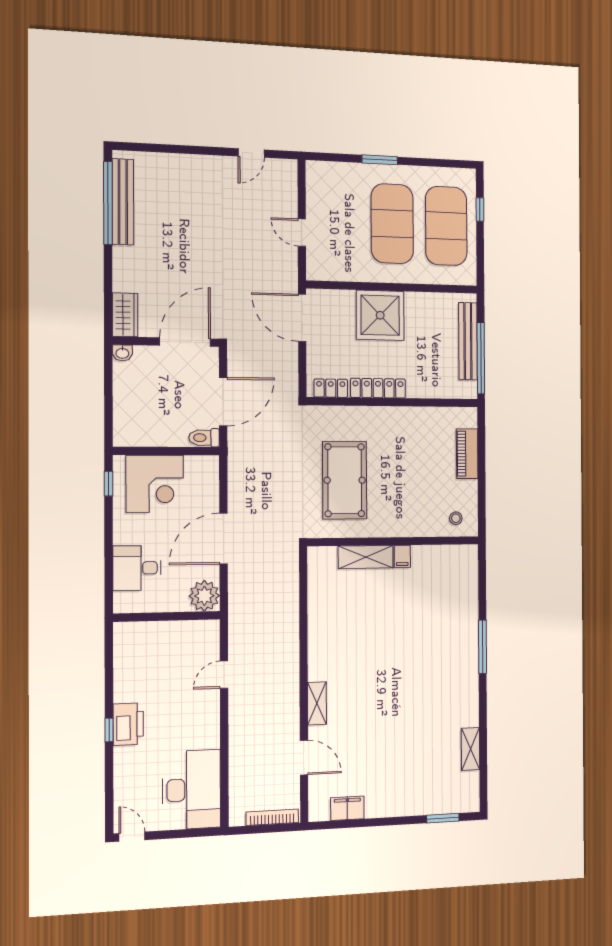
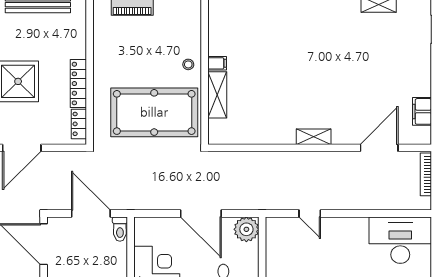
pool table: (345, 480) -> (154, 112), width x1.36, depth x1.32
stool: (456, 518) -> (188, 64), moved
shelving: (317, 703) -> (314, 137), moved
door: (304, 758) -> (379, 148), width x1.36

